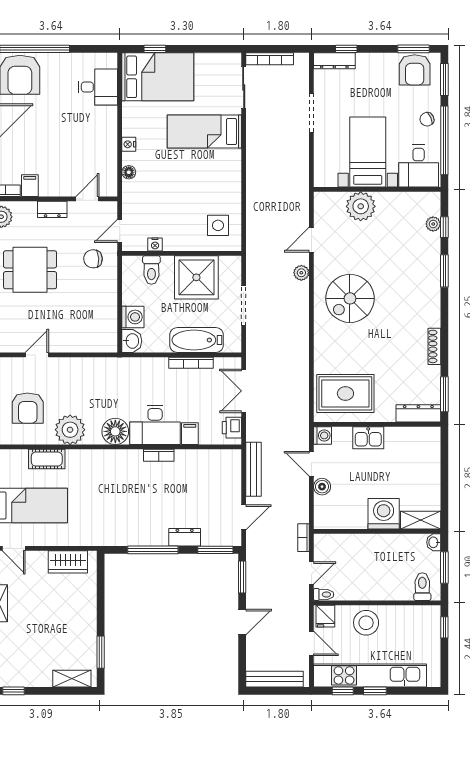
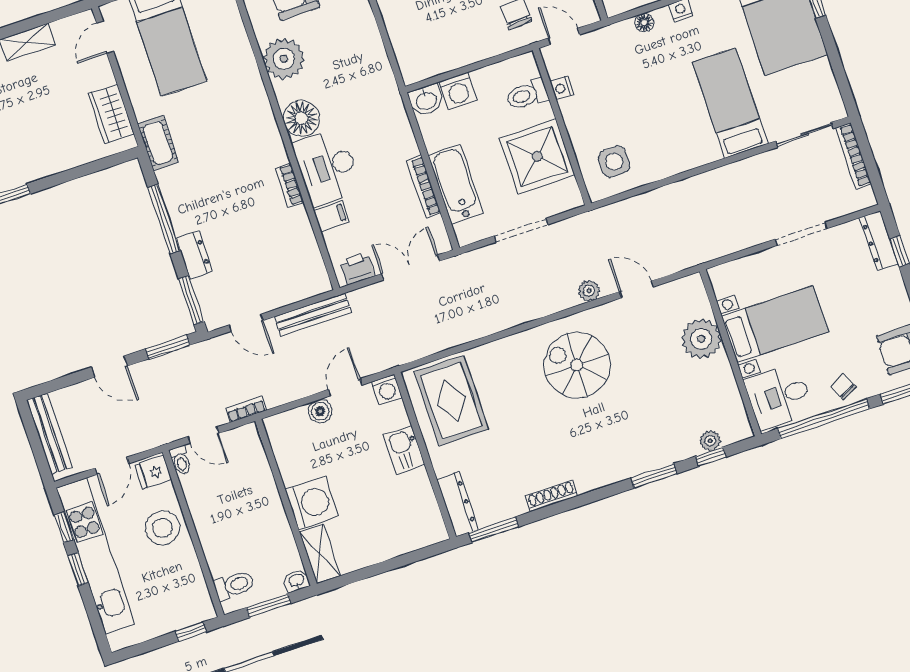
cot: (47, 459) -> (158, 143), moved

